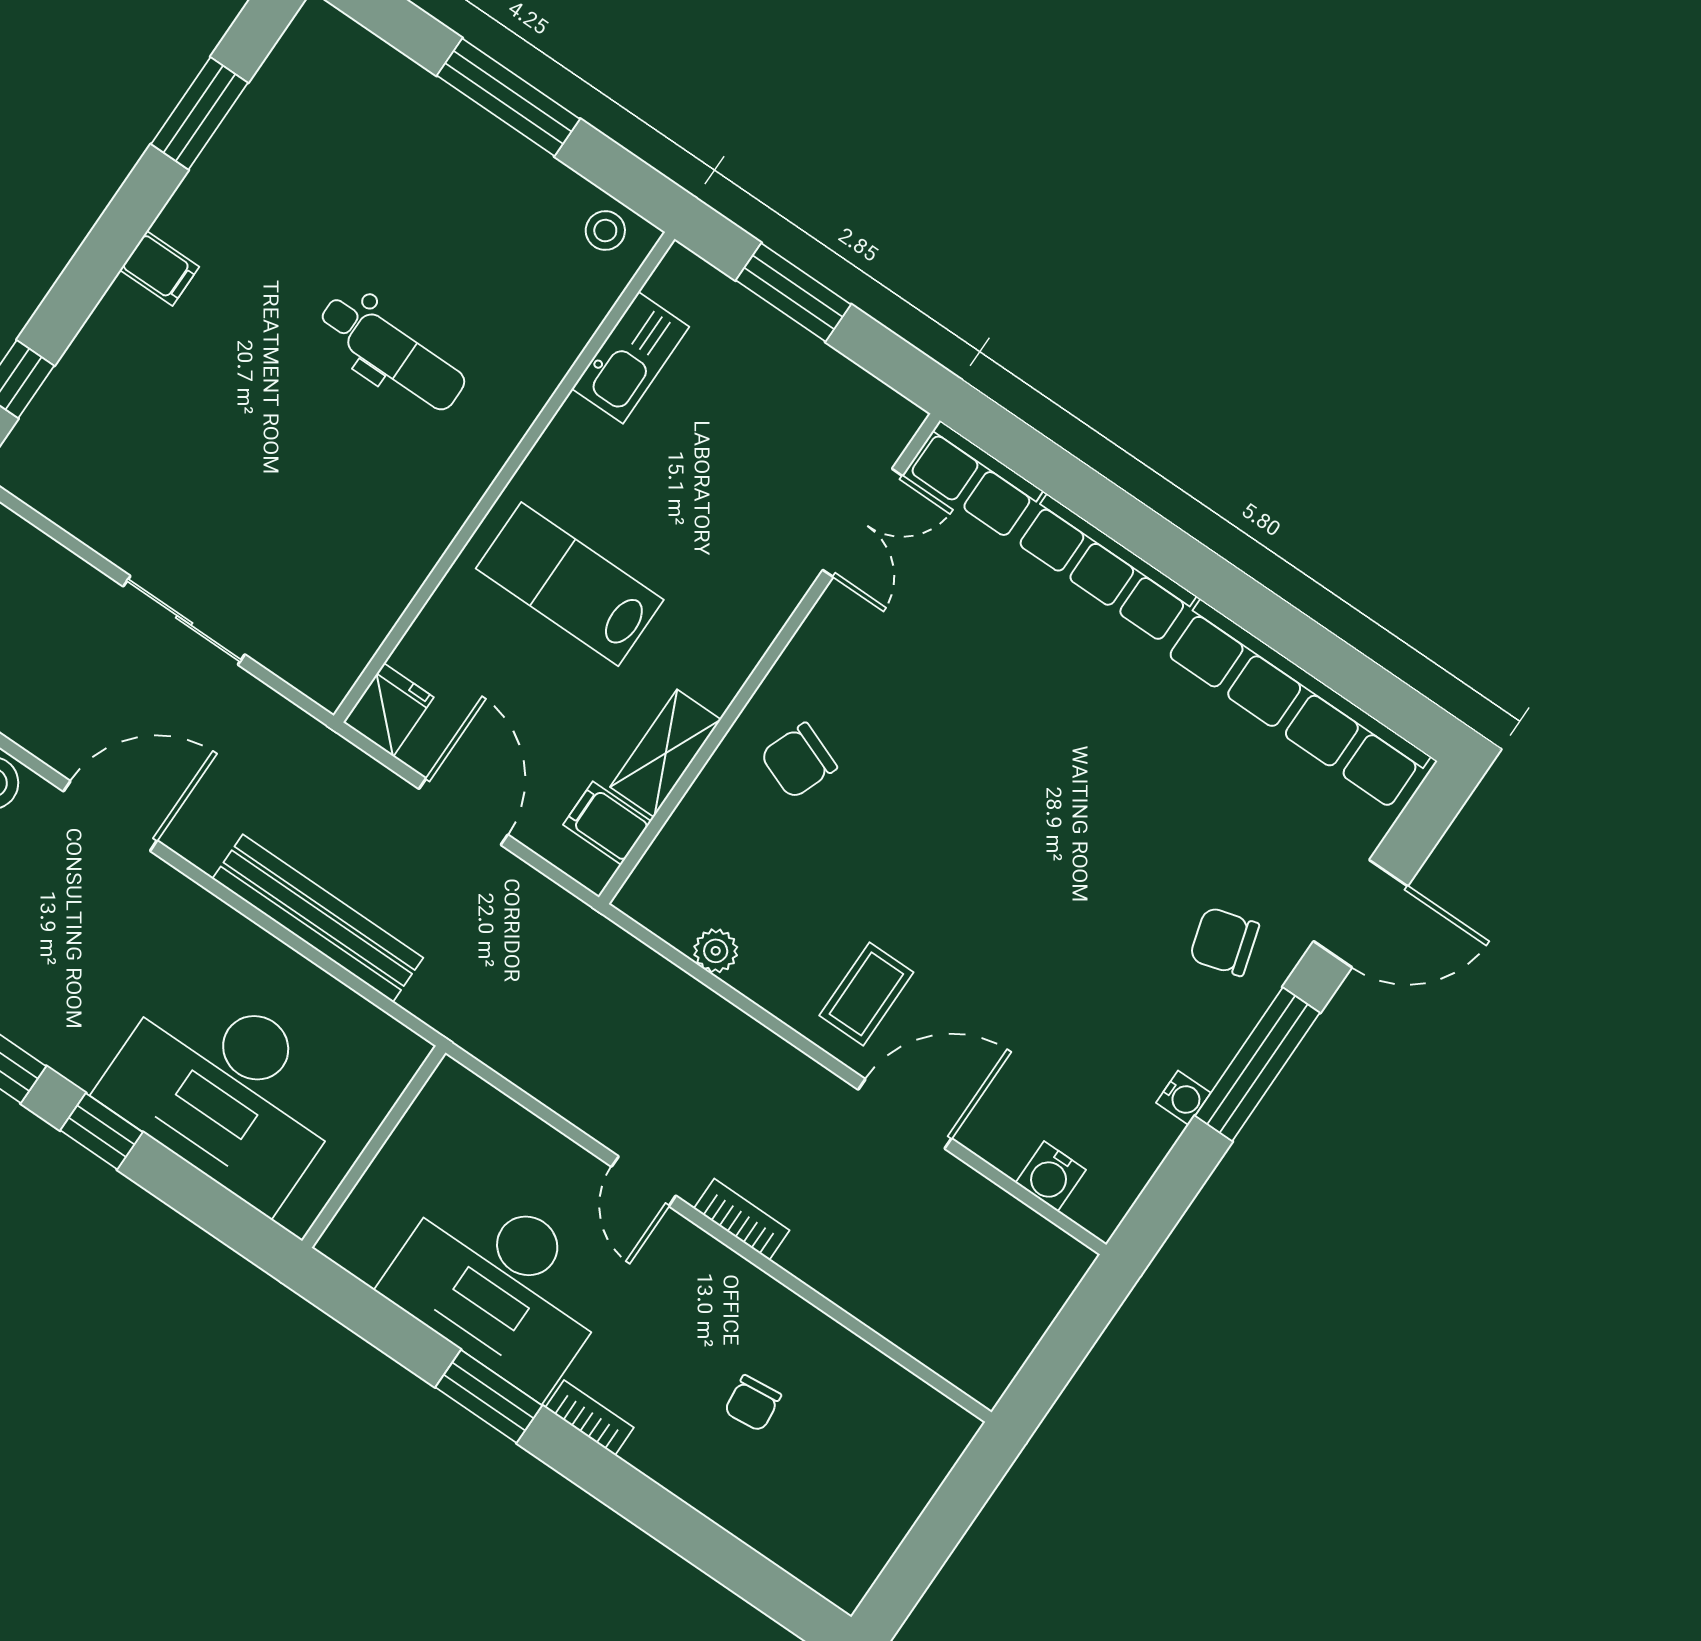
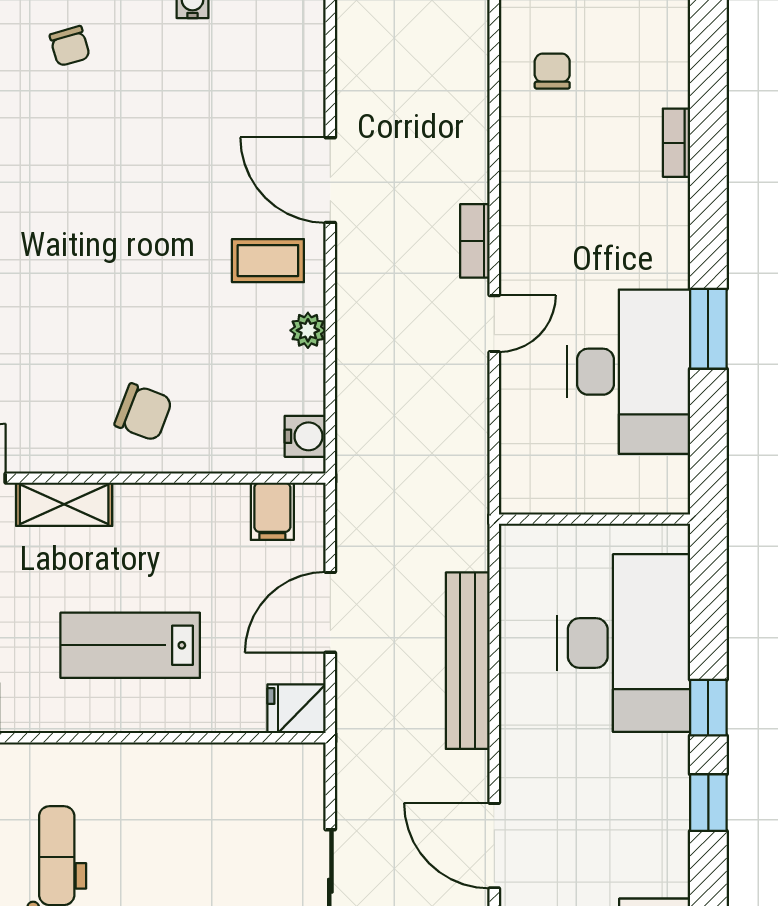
lab bench: (570, 584) -> (130, 645), turned 90
shelving: (666, 753) -> (64, 504), moved
chair: (1224, 942) -> (70, 46), width x0.73, depth x0.73
plant: (716, 951) -> (308, 330), moved
water cooler: (1051, 1176) -> (305, 436), moved
chair: (753, 1403) -> (552, 71), moved, turned -84
bookcase: (590, 1418) -> (677, 143), moved

